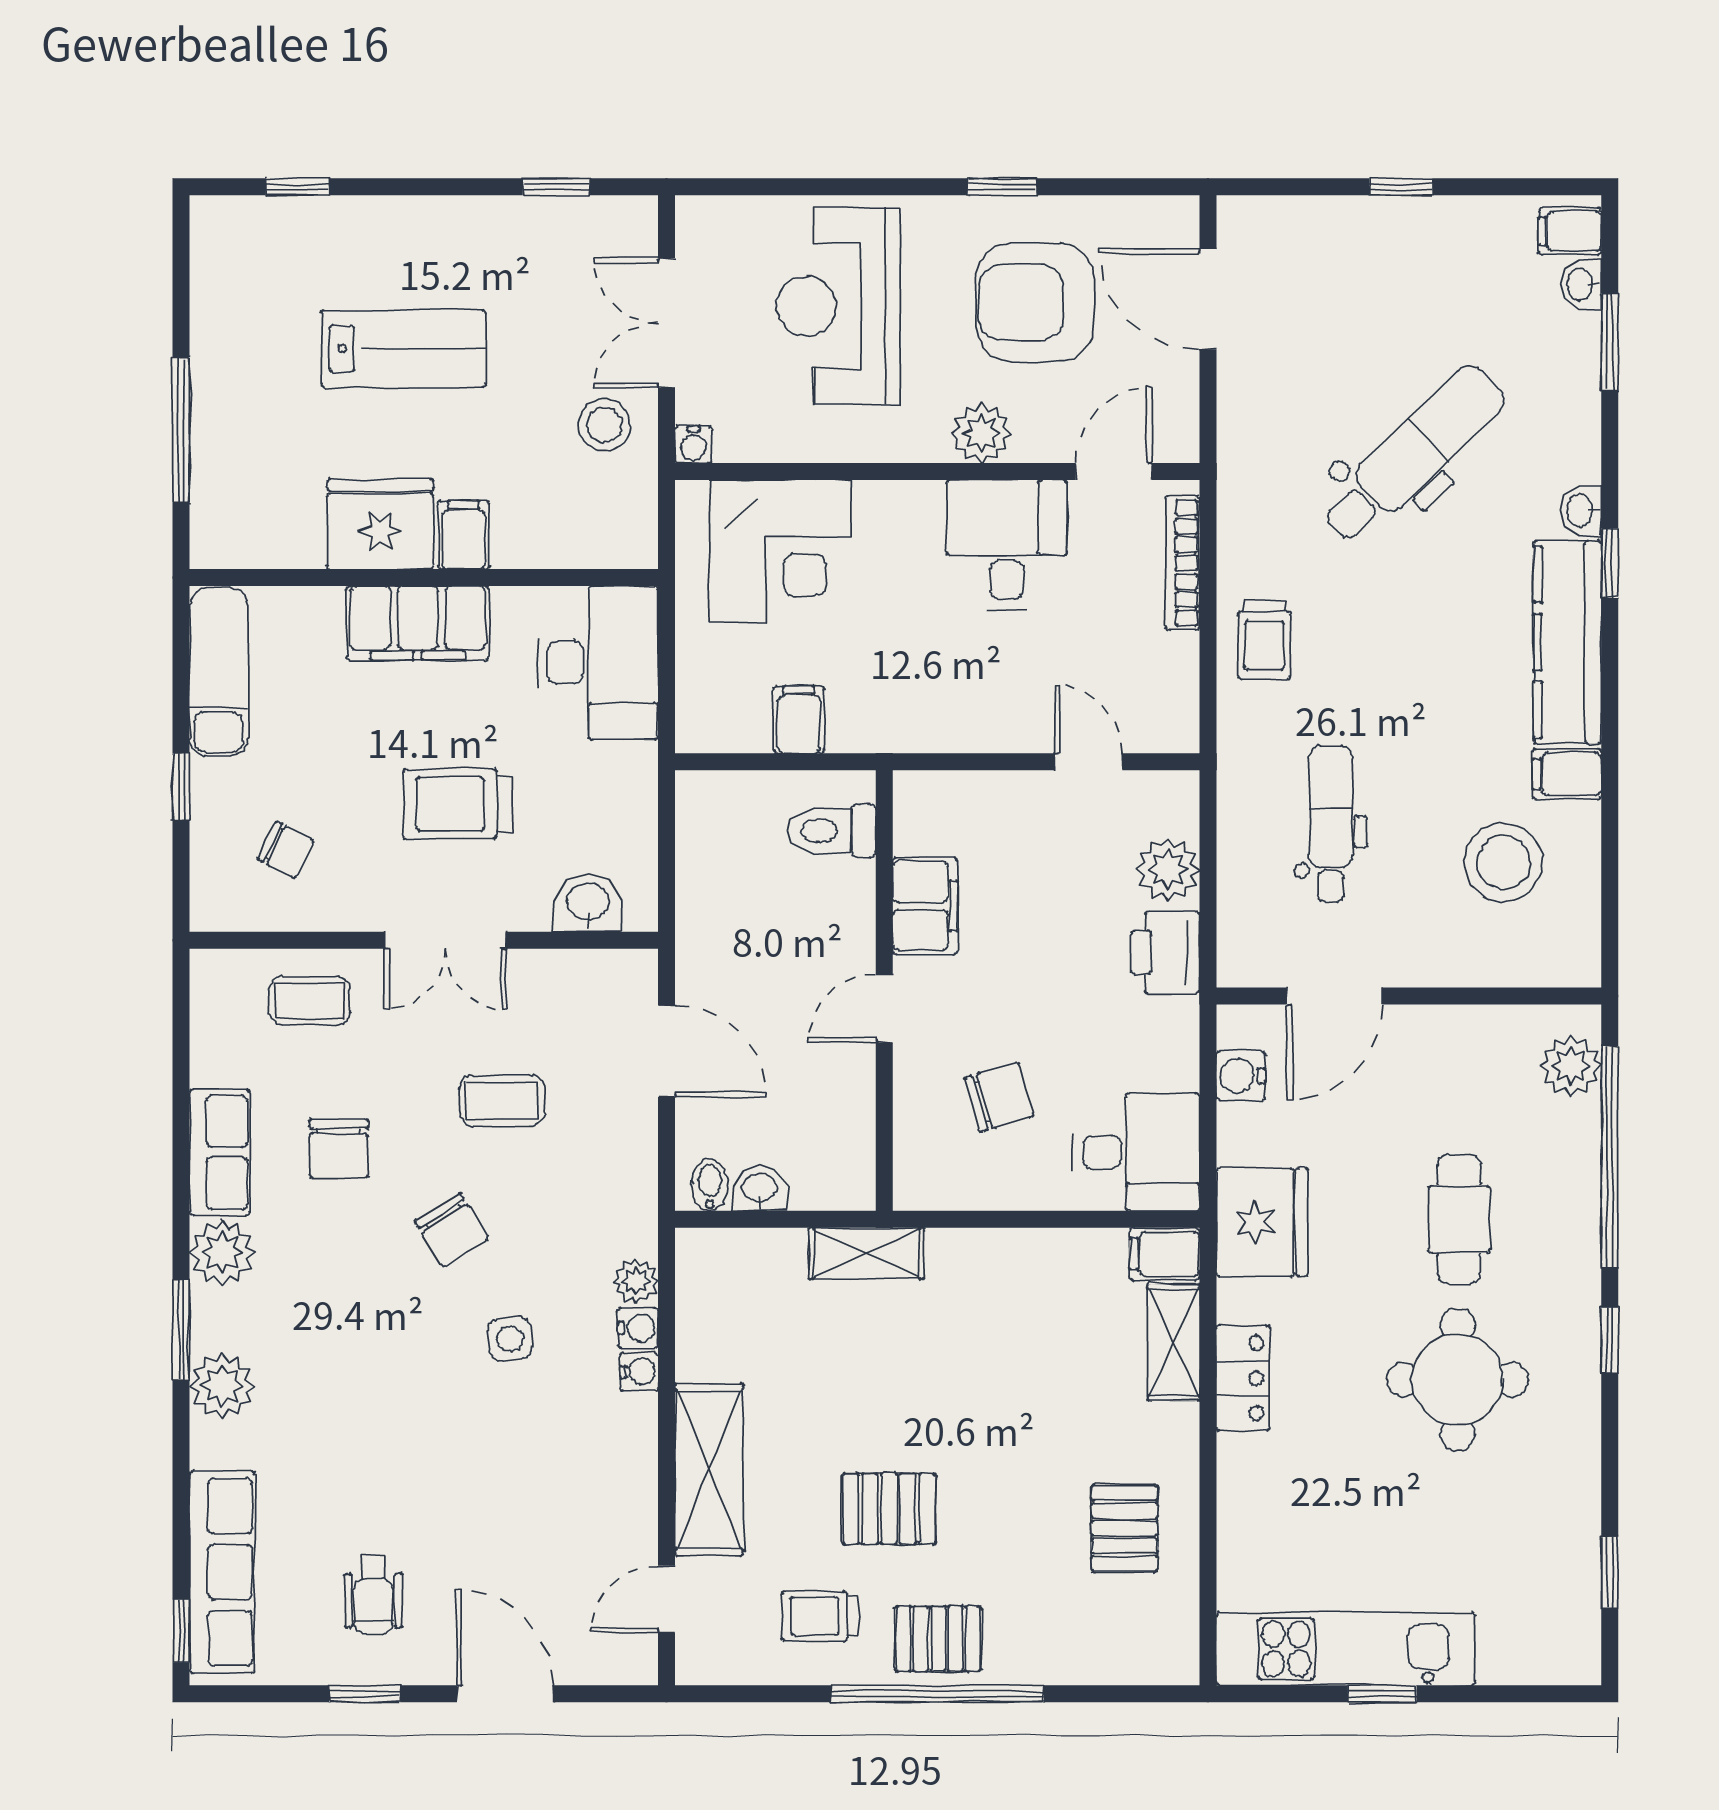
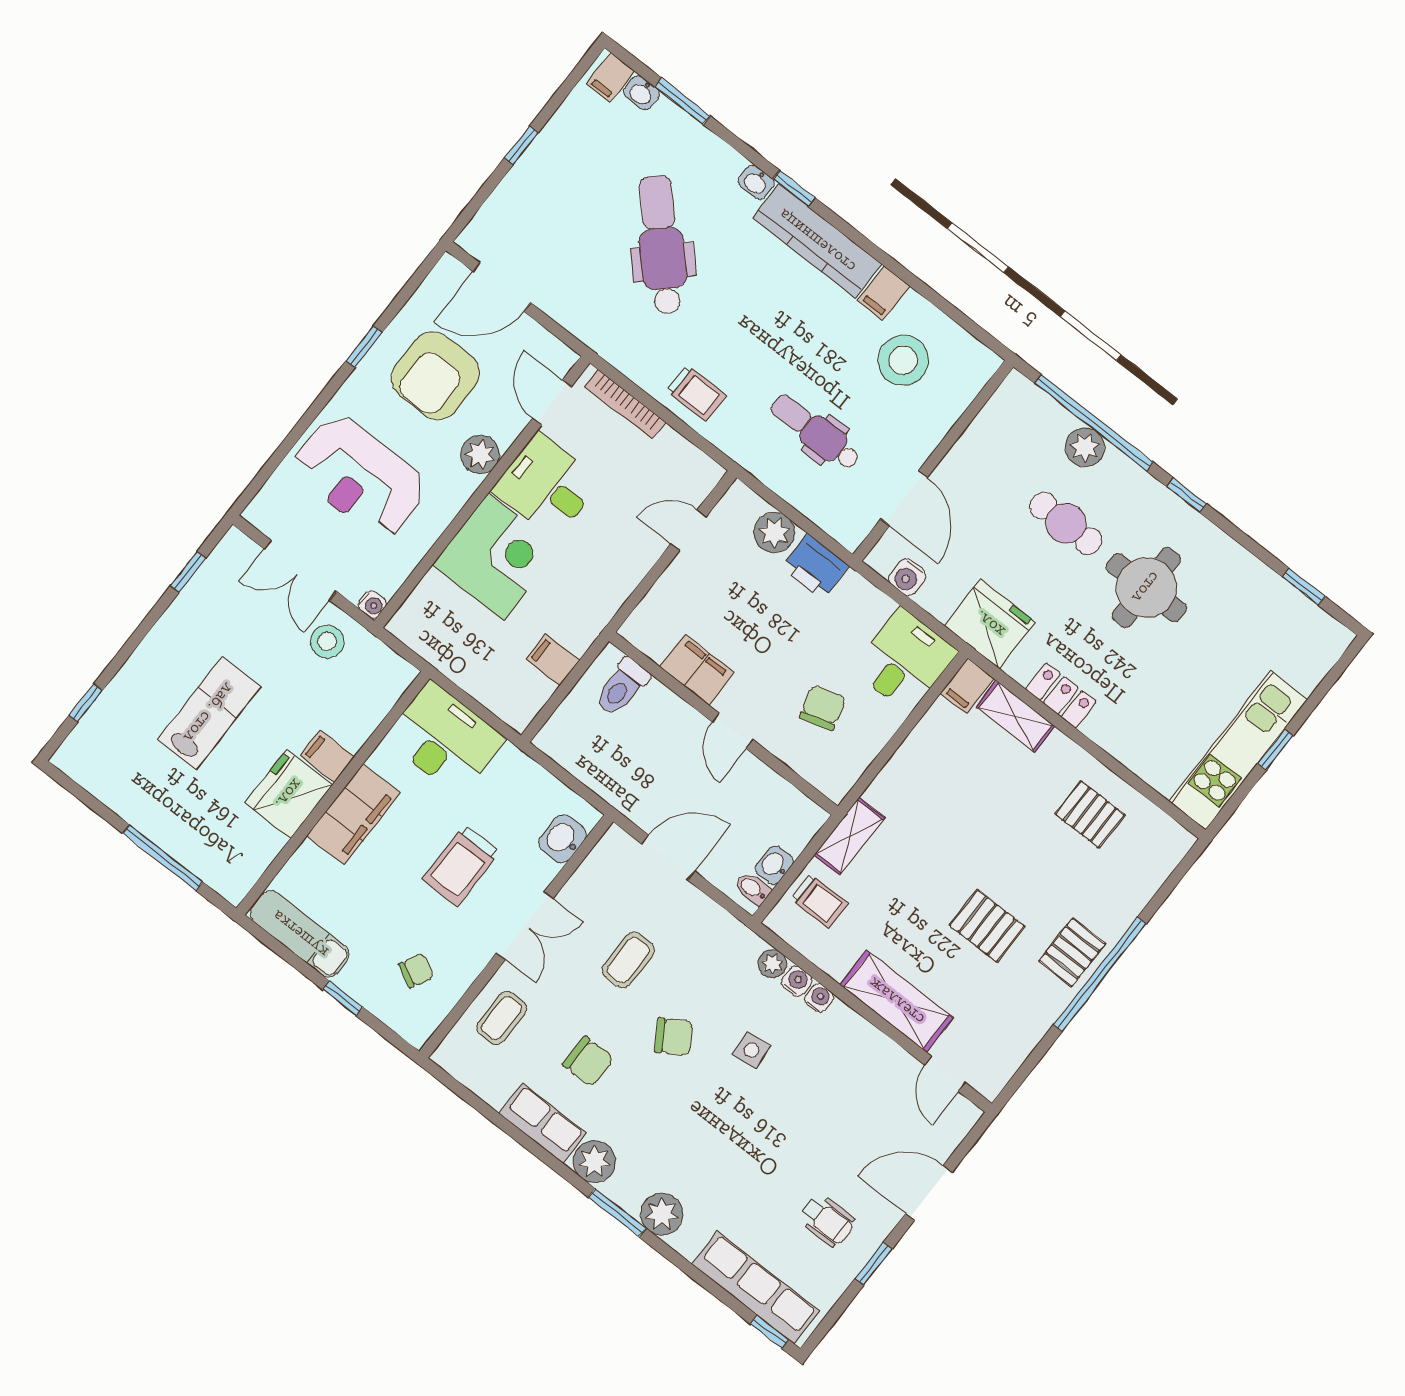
corner desk: (781, 551) -> (496, 557), moved
plant: (1571, 1066) -> (1085, 447), moved
pallet: (889, 1509) -> (987, 926), turned 90
trolley: (820, 1616) -> (819, 901), moved, turned -90

